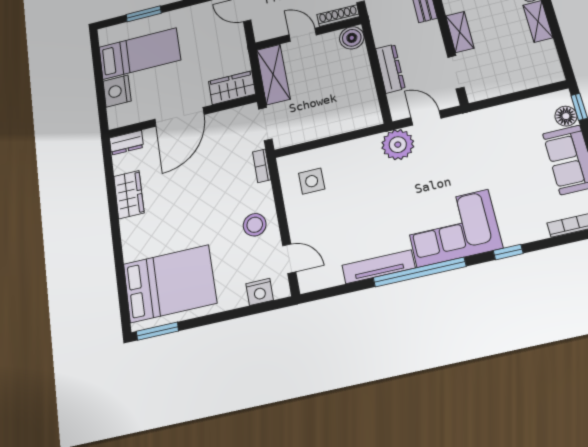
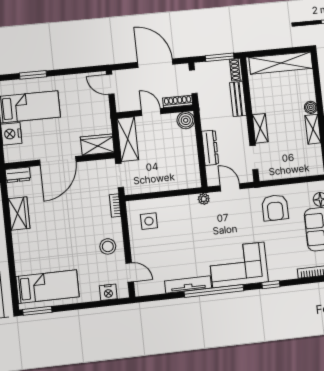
armchair: (498, 137) -> (275, 208), added
plant: (398, 145) -> (204, 199), width x0.53, depth x0.53
bed: (170, 284) -> (47, 287), width x0.67

